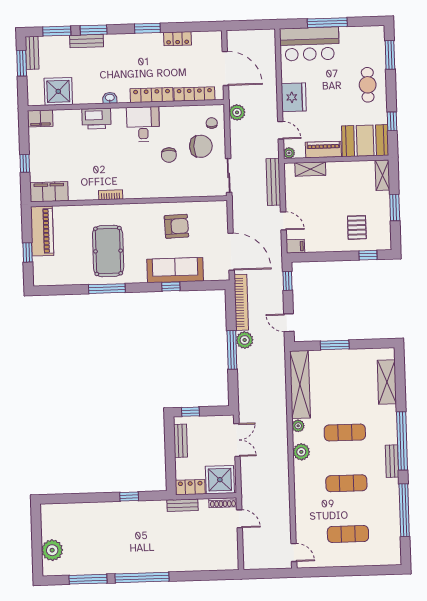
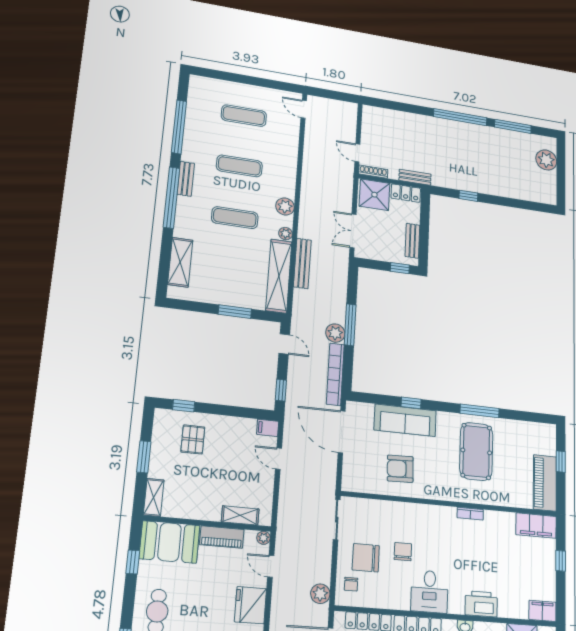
bench: (273, 182) -> (302, 263), moved

